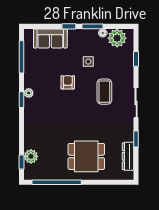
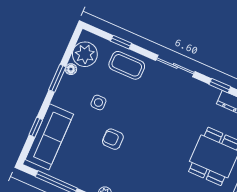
window: (69, 26) -> (36, 127), moved
sofa: (50, 38) -> (49, 137), width x1.36
coffee table: (104, 92) -> (127, 65), moved

